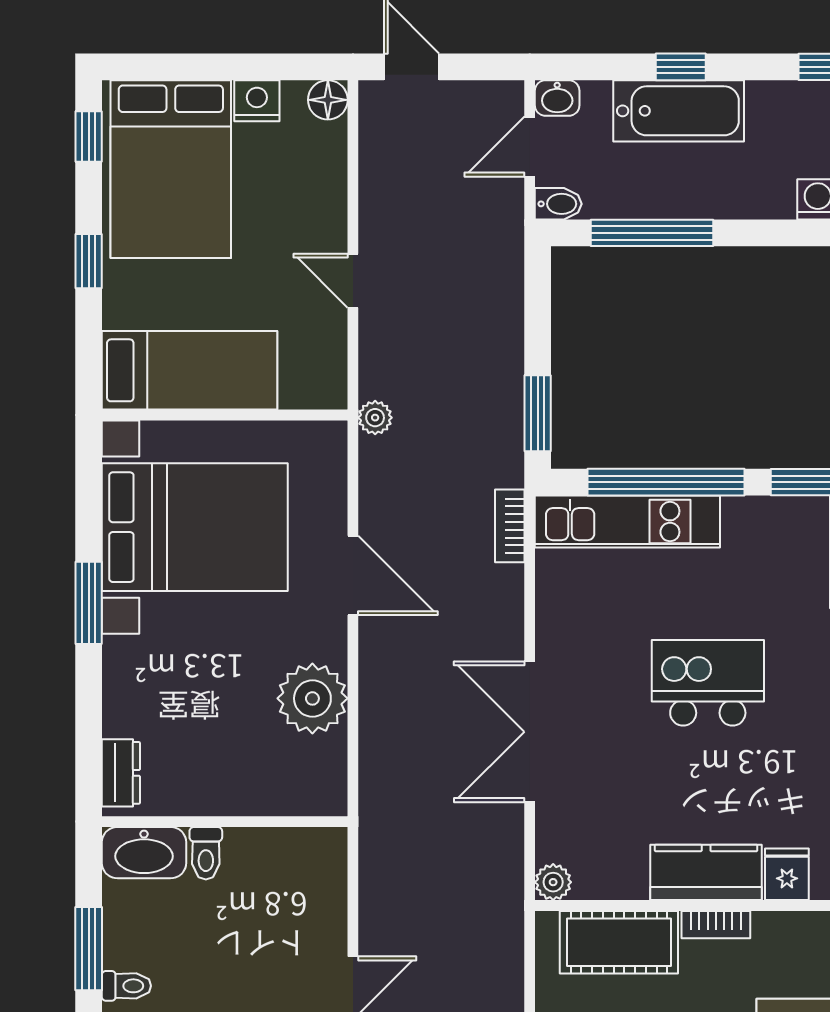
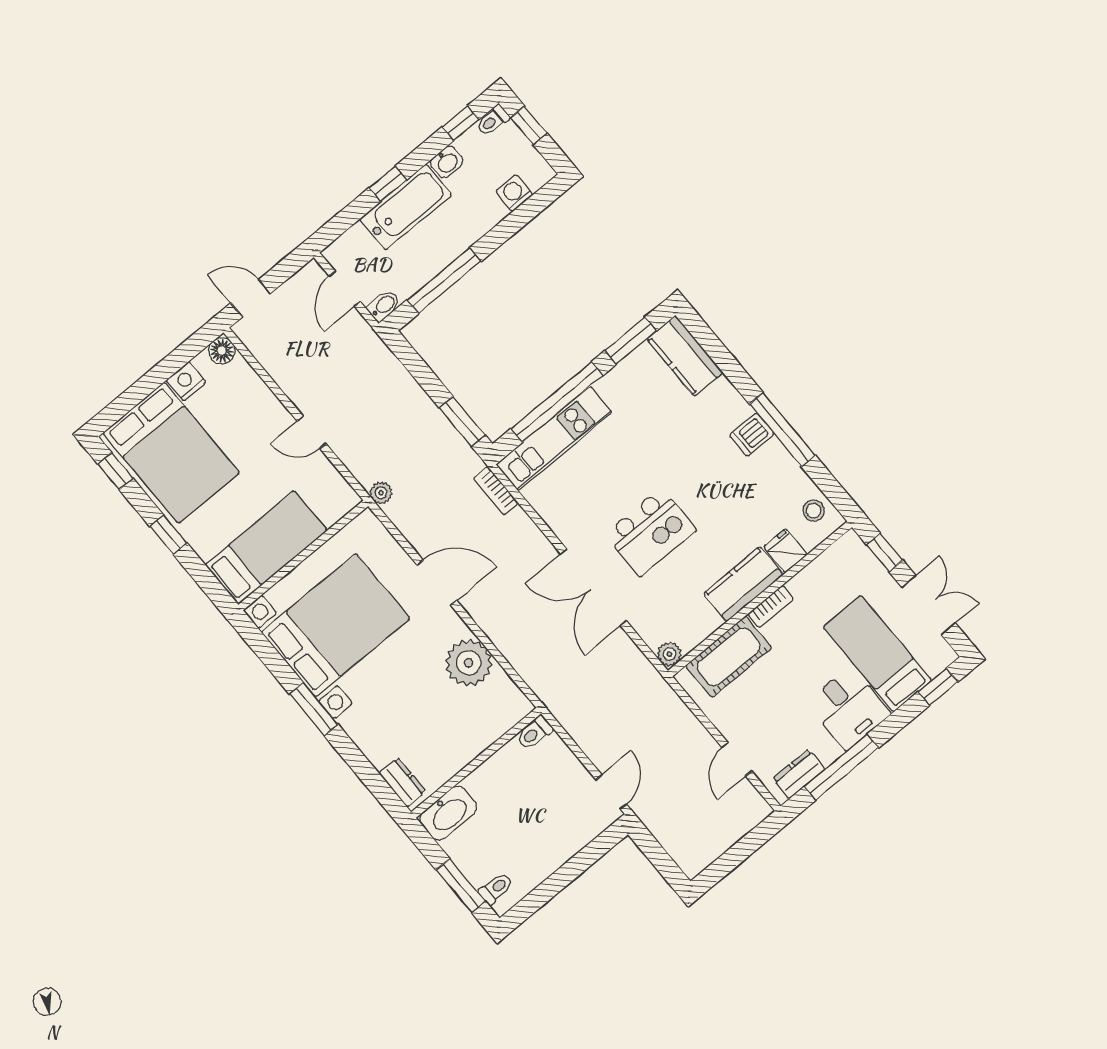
washbasin: (557, 98) -> (447, 162), moved
kitchen island: (708, 683) -> (650, 532), moved, turned 180
toilet: (206, 853) -> (535, 733), moved, turned 90

